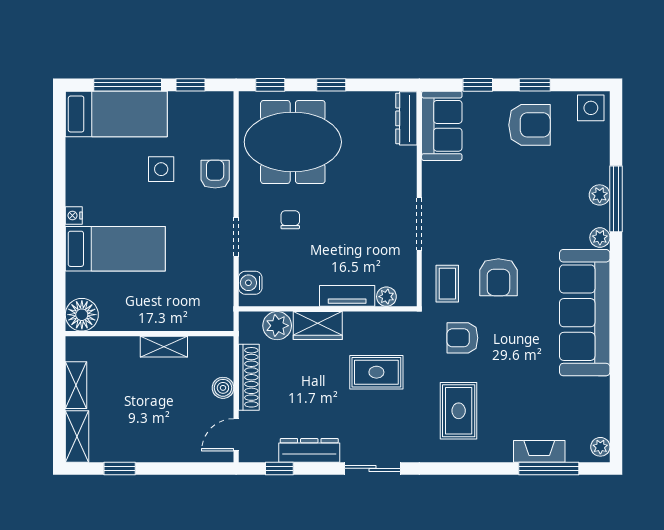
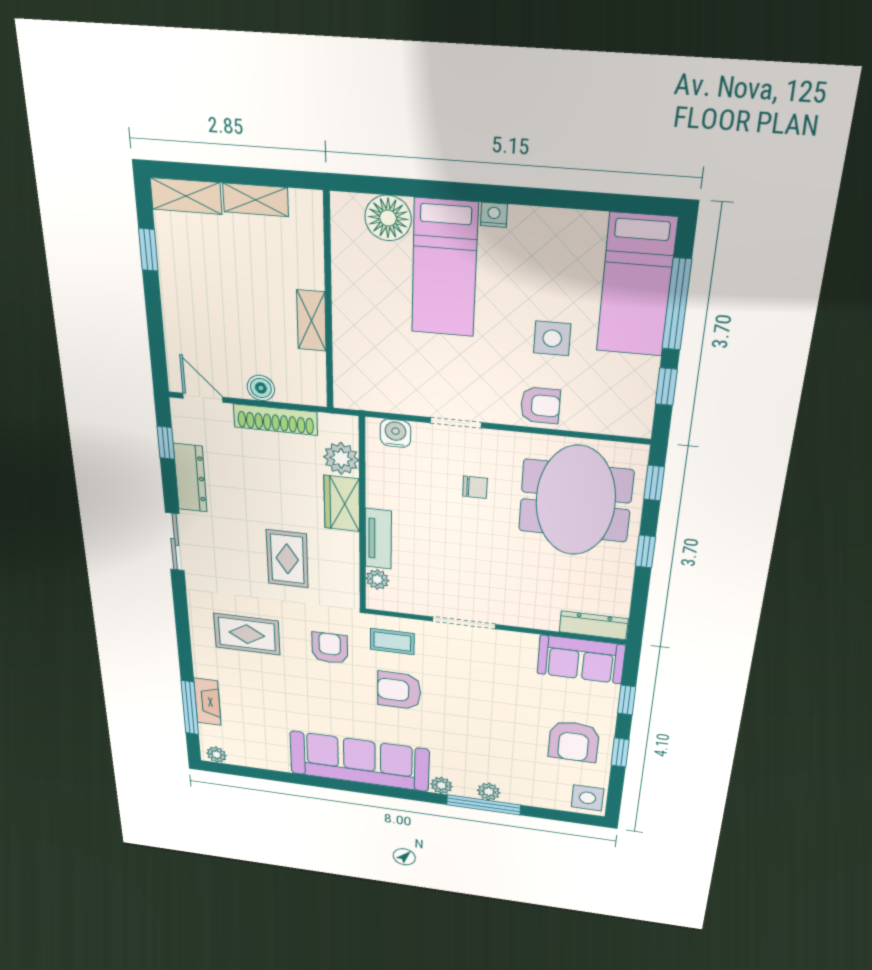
floor lamp: (82, 315) -> (388, 218), moved

